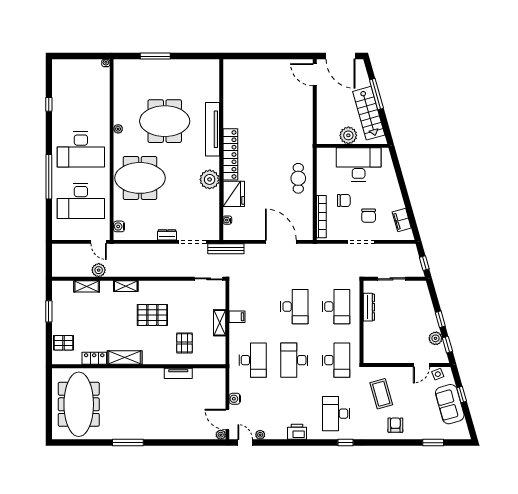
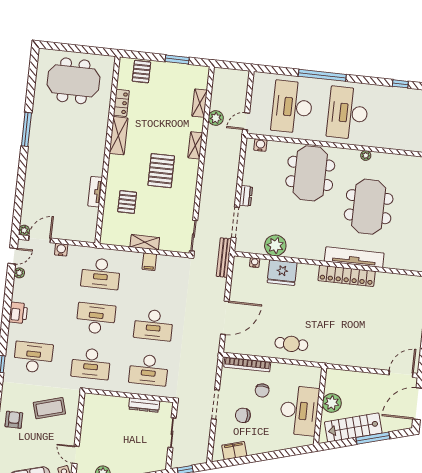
locker: (230, 154) -> (347, 276), moved
plant: (210, 179) -> (275, 245), moved
pallet: (184, 343) -> (127, 202), turned 90
meeting table: (79, 404) -> (73, 81), width x0.73
armchair: (395, 425) -> (14, 420), turned -90

